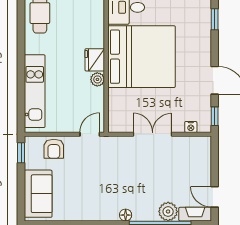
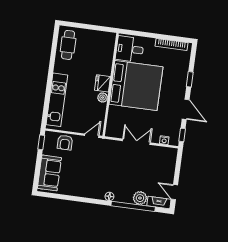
window: (215, 19) -> (190, 79), moved

